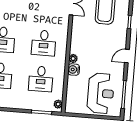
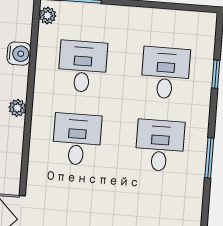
water cooler: (74, 70) -> (19, 54), moved

